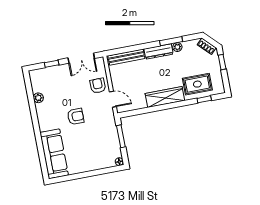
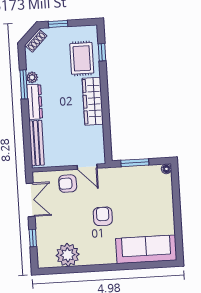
plant: (38, 98) -> (68, 255), width x1.88, depth x1.88
door: (113, 99) -> (87, 167), swing flipped

